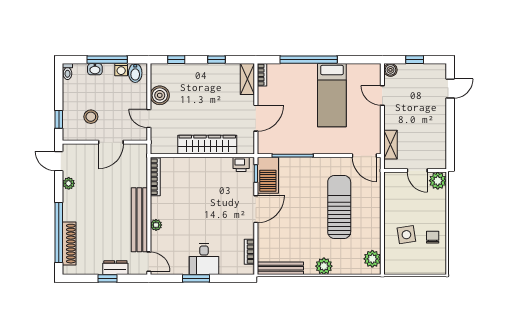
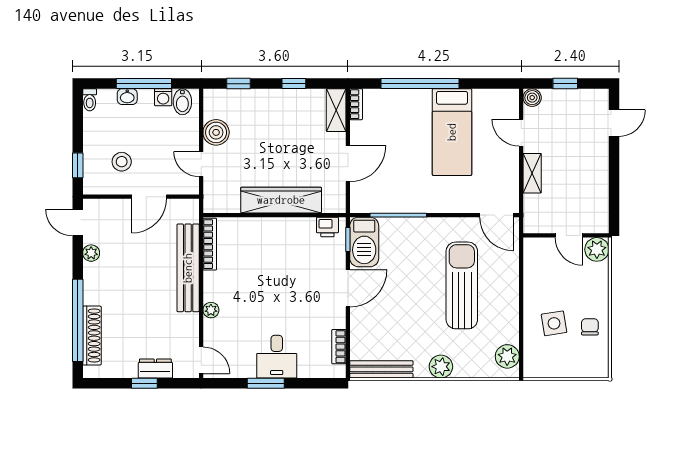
shelving: (390, 145) -> (532, 173), moved
bench: (139, 220) -> (188, 268), moved

